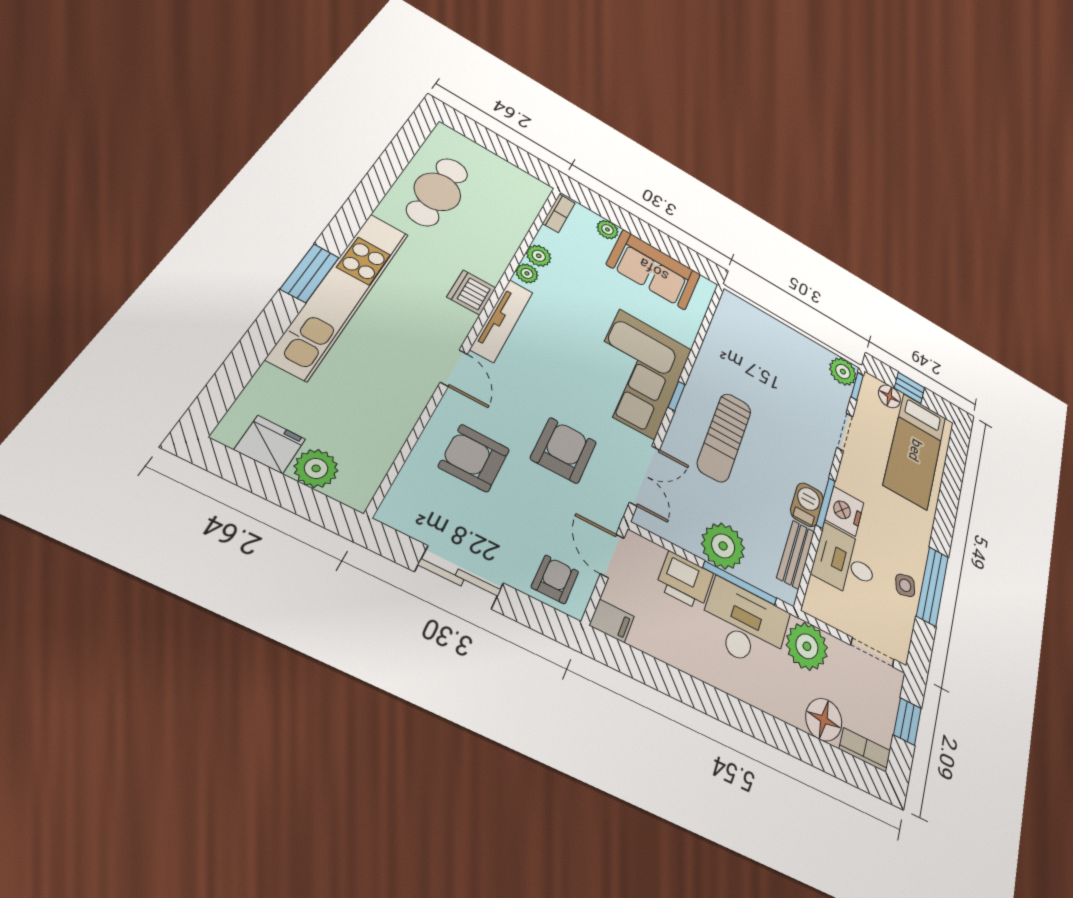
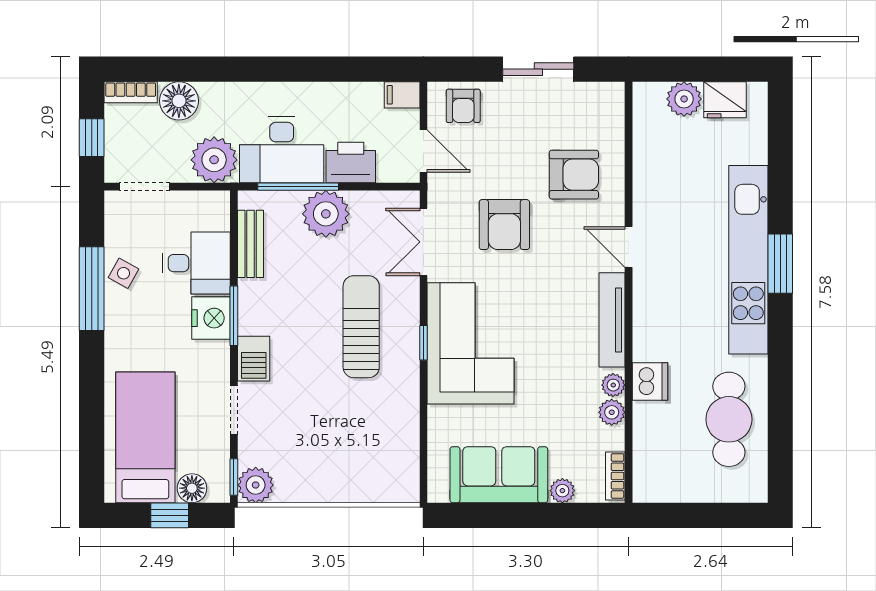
dishwasher: (472, 292) -> (650, 381), moved
barbecue: (807, 505) -> (254, 359), moved
side table: (905, 585) -> (124, 273), turned 45

